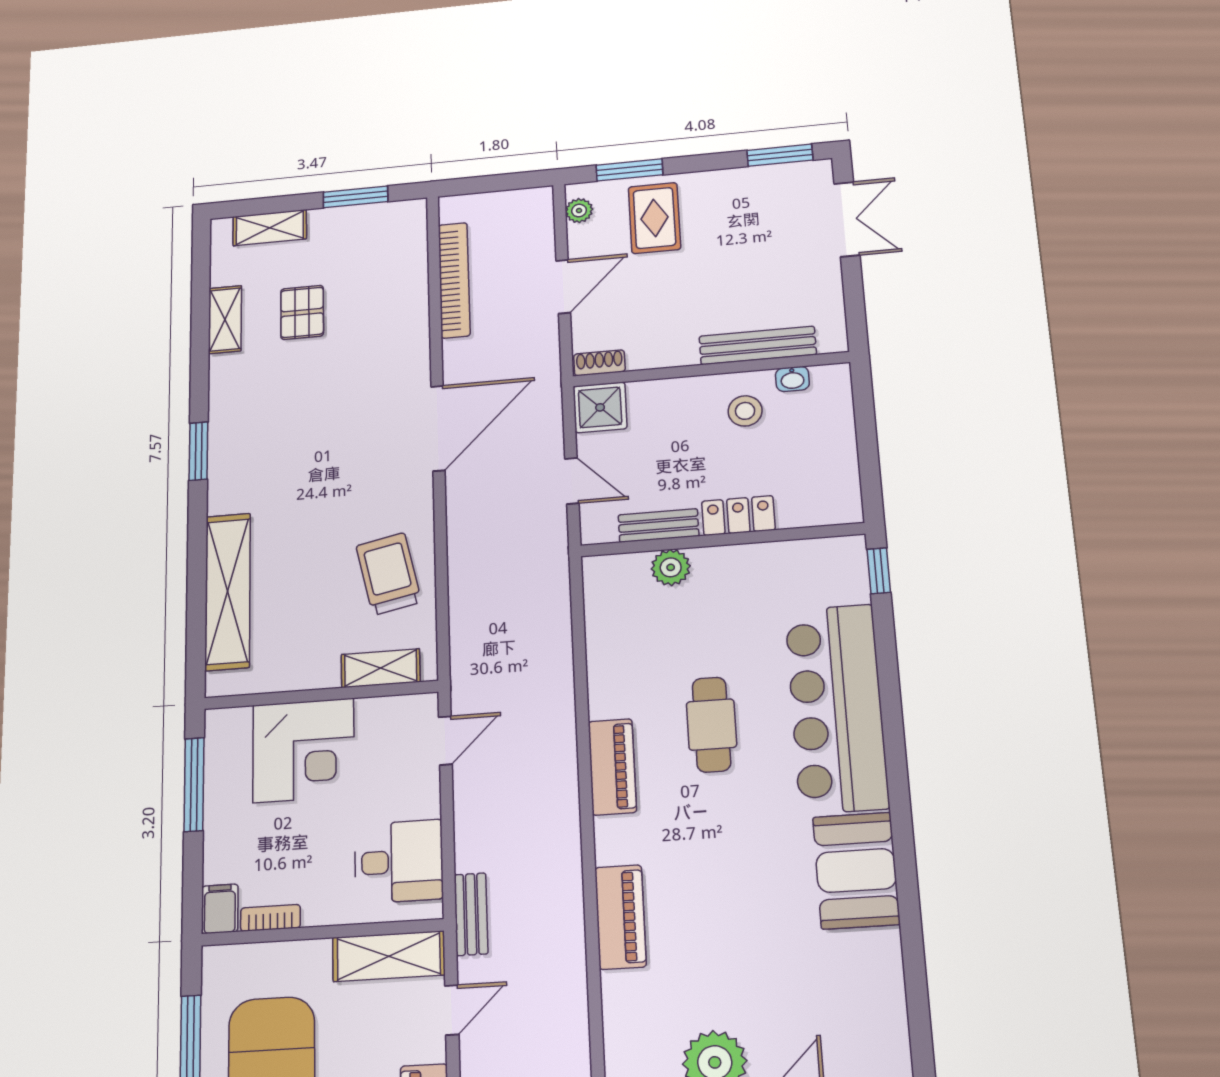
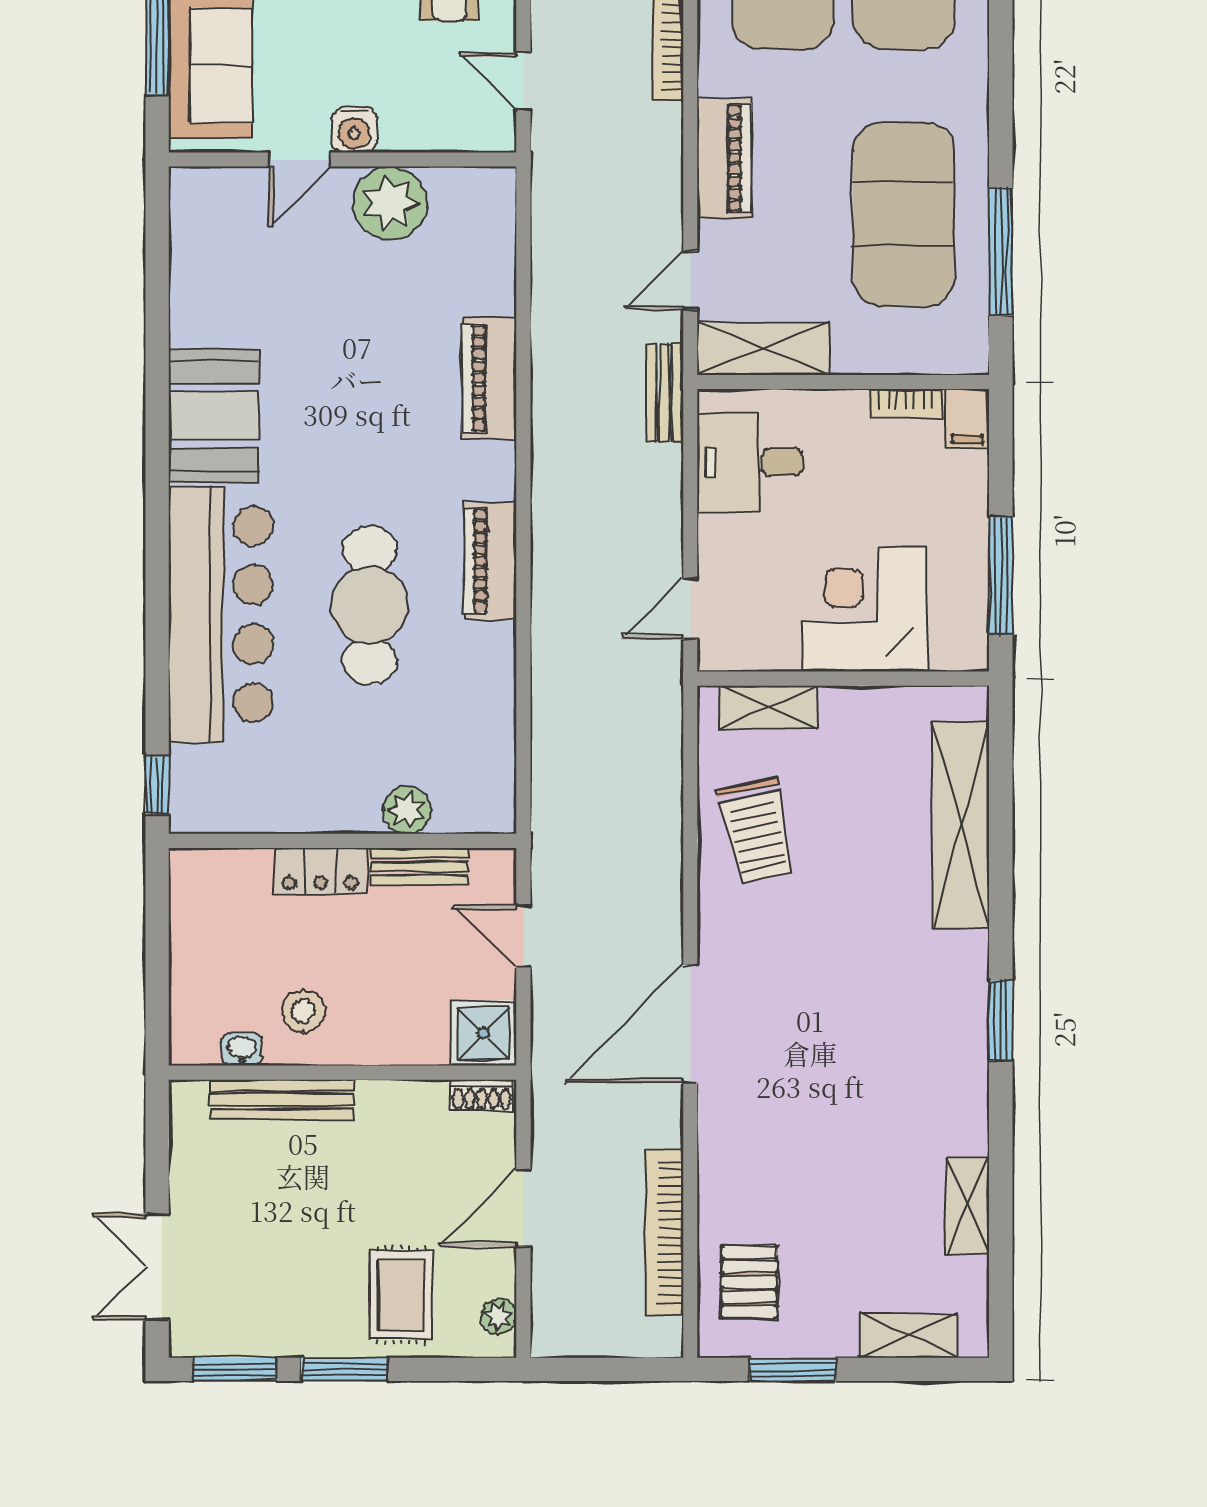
window: (629, 170) -> (344, 1369), moved
pallet: (302, 312) -> (749, 1282), moved
cafe table: (711, 725) -> (369, 605), width x1.37, depth x1.35

